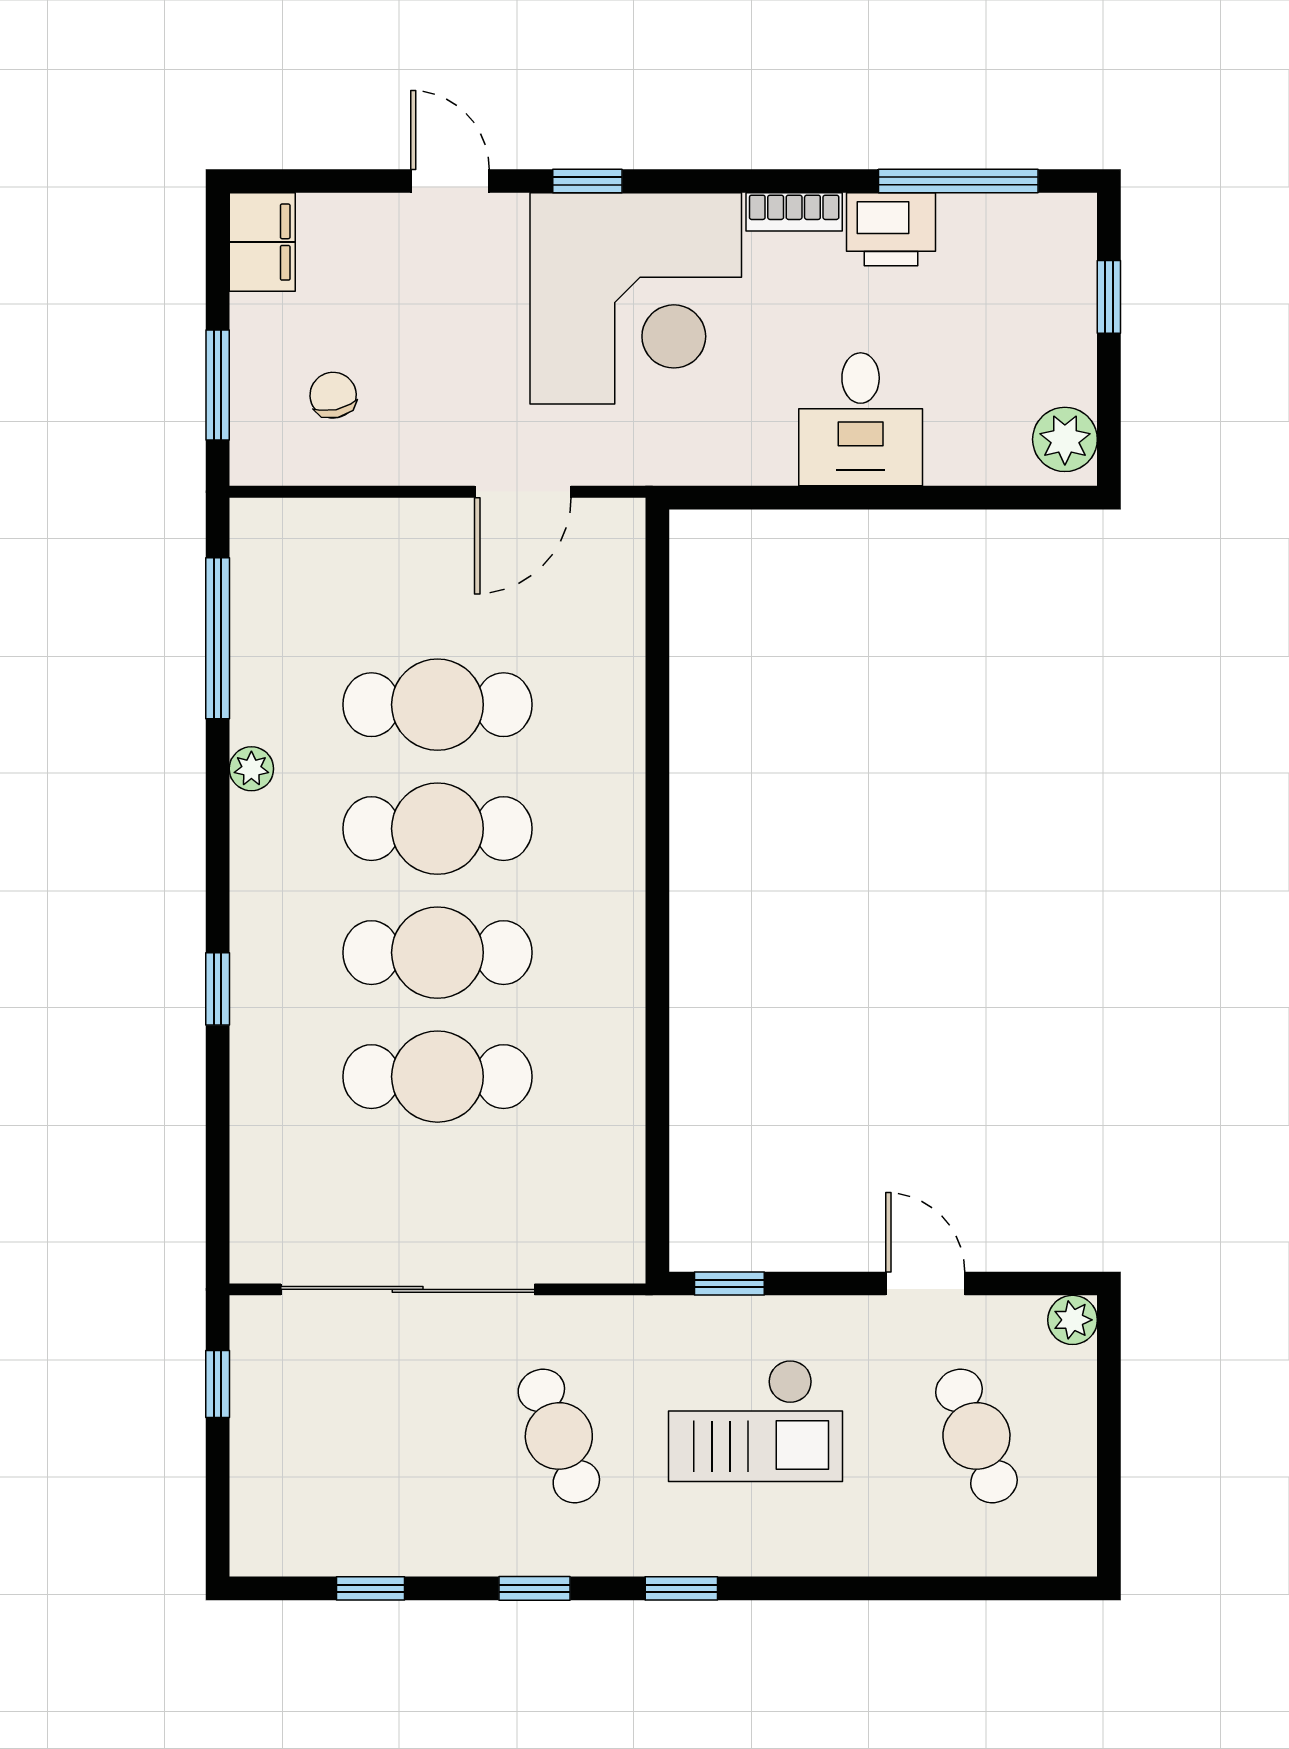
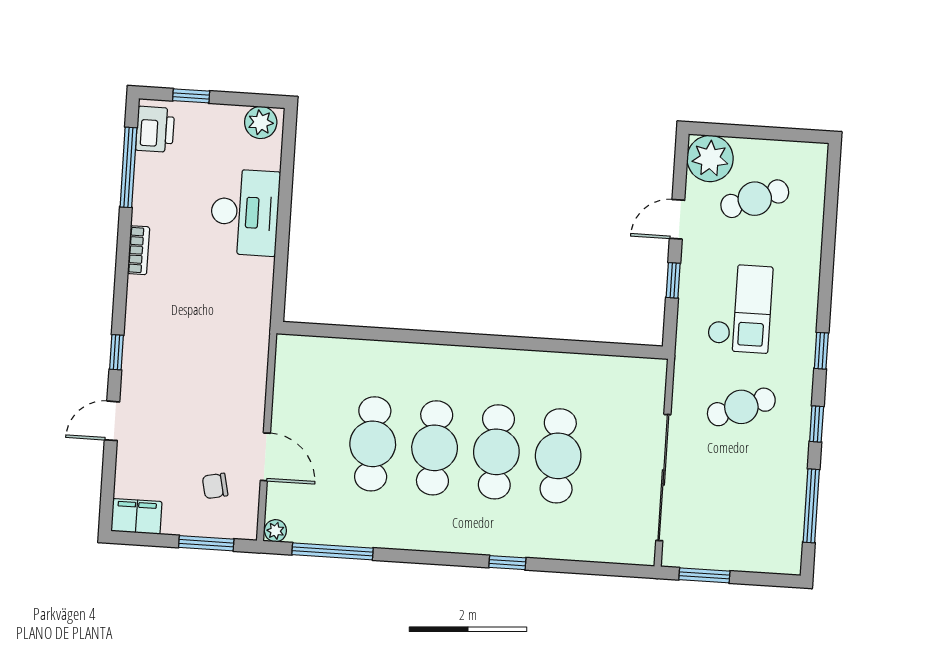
printer: (891, 229) -> (155, 129), moved
corner desk: (636, 298) -> (177, 332), removed
desk: (861, 419) -> (245, 212), width x1.37
door: (523, 492) -> (265, 457), moved
plant: (251, 769) -> (275, 531), moved
window: (729, 1284) -> (673, 280), moved
plant: (1073, 1320) -> (710, 159), width x1.87, depth x1.87
window: (218, 1384) -> (704, 575), width x1.50
window: (370, 1588) -> (811, 506), width x2.17

